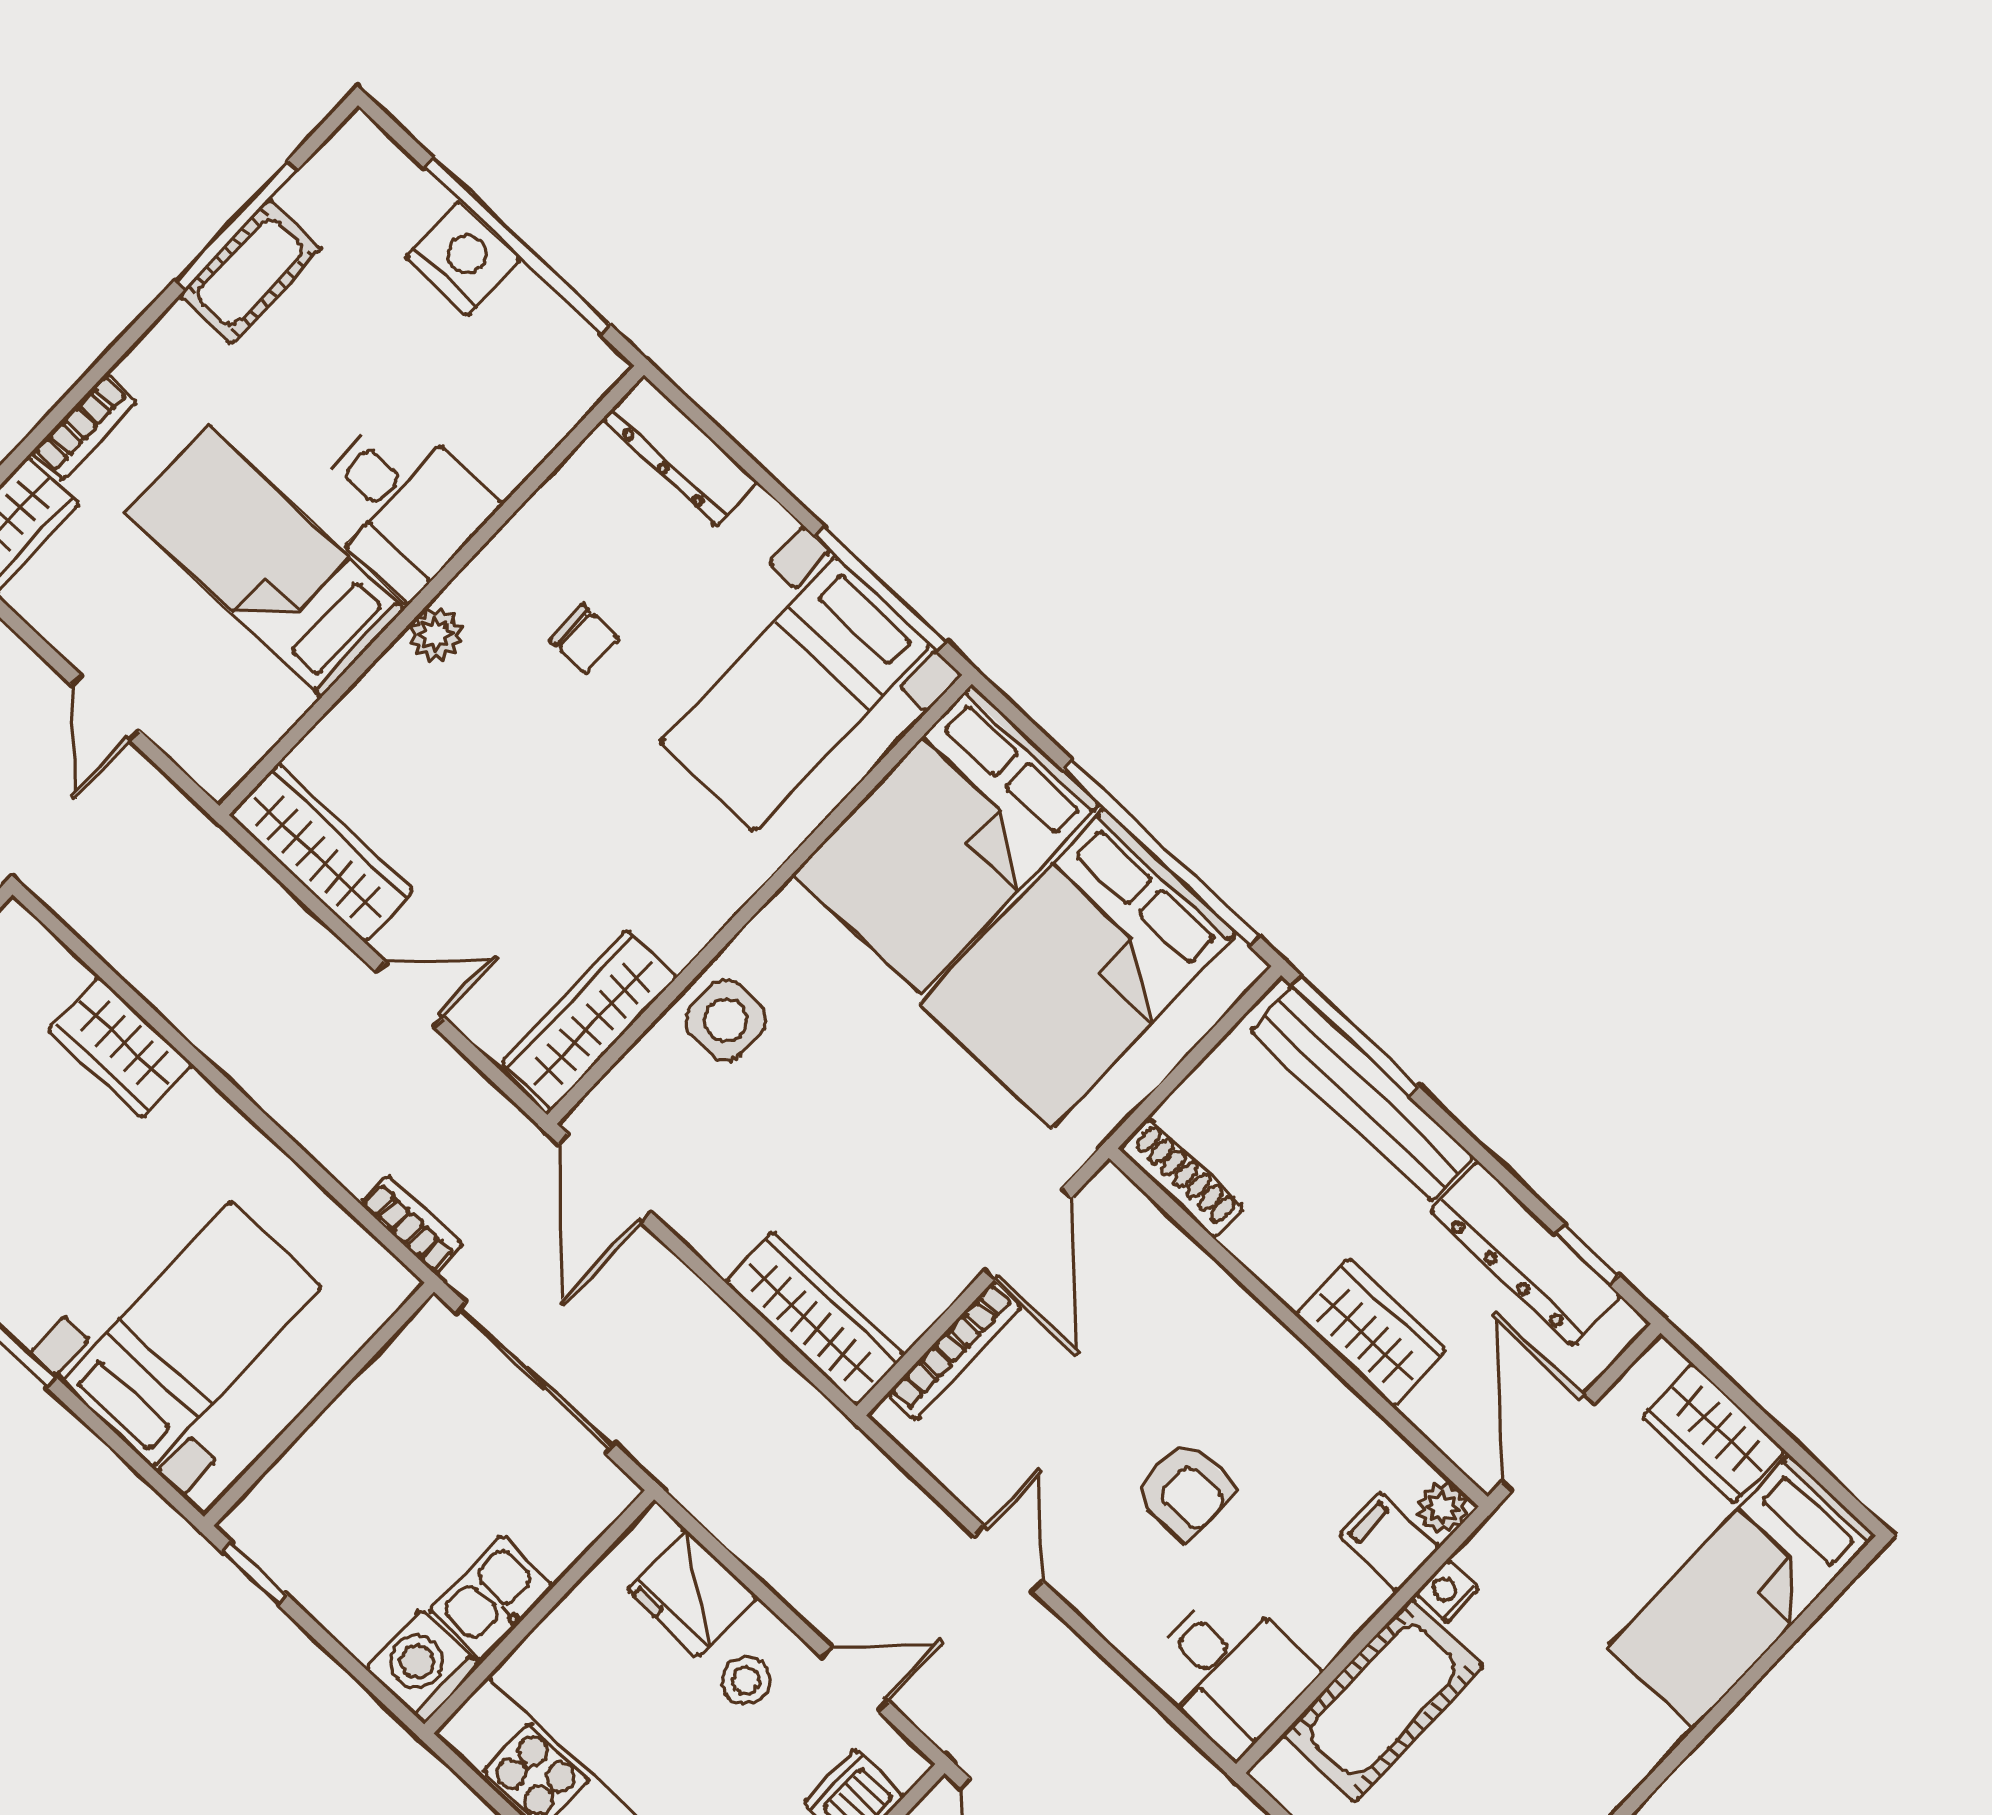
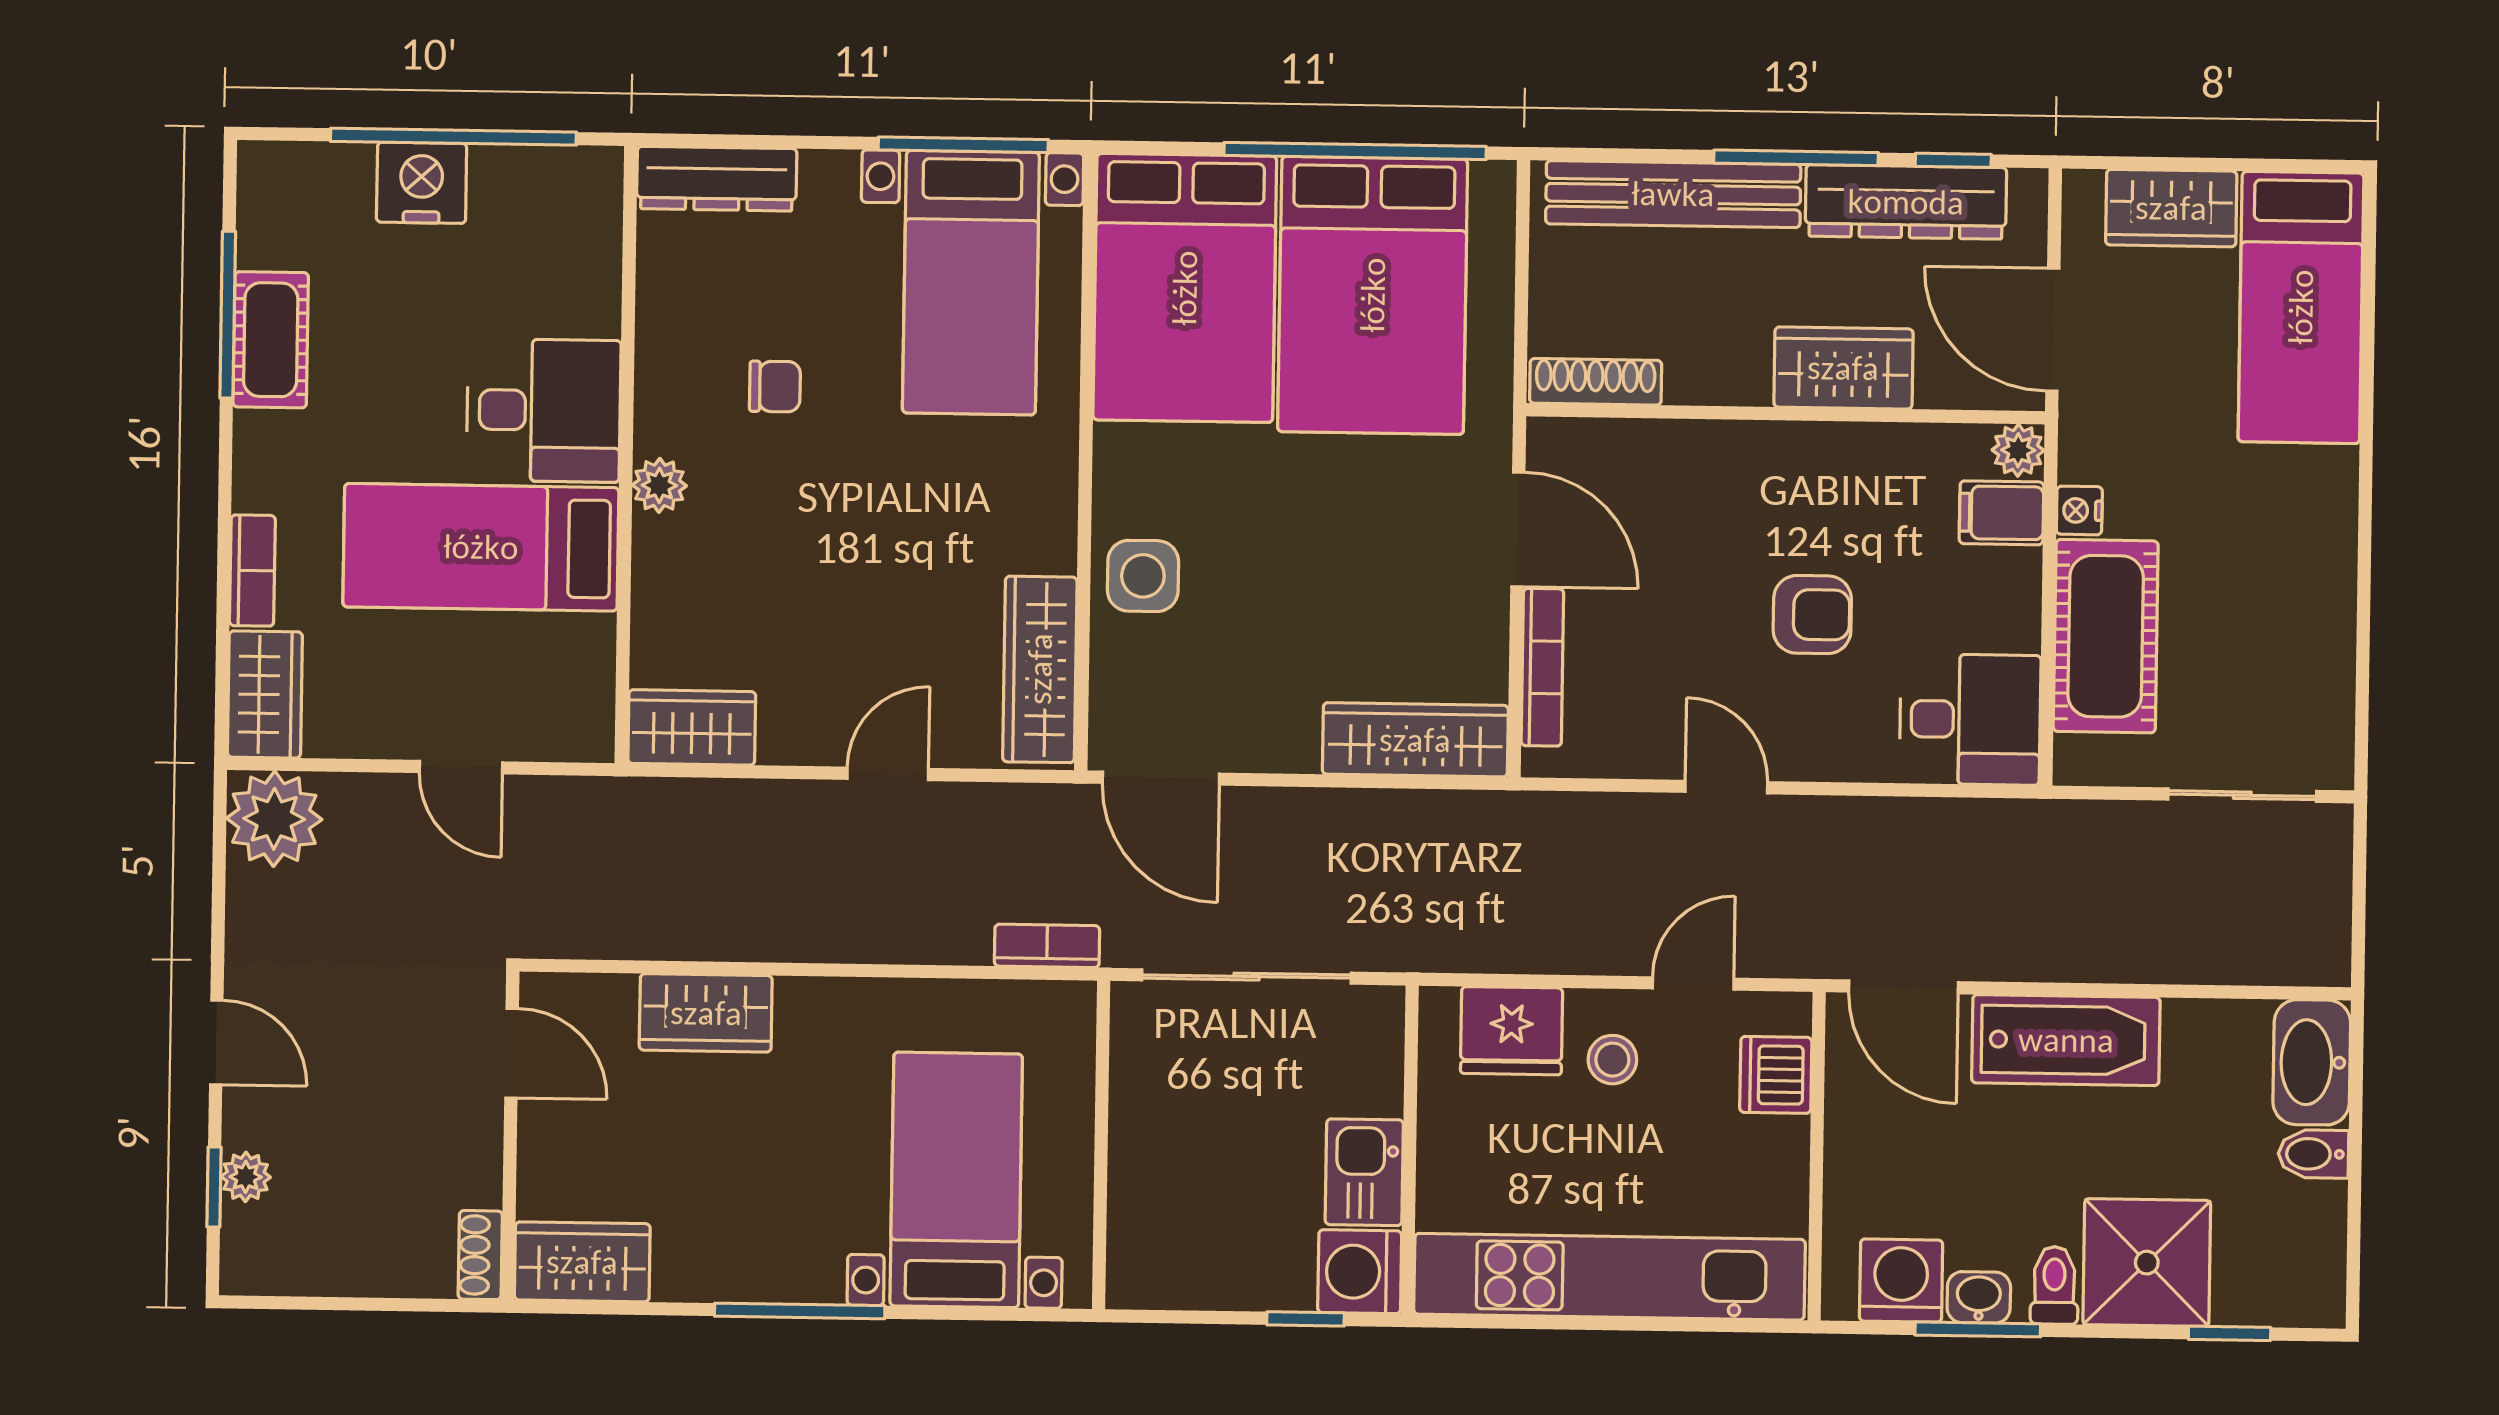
wardrobe: (321, 853) -> (692, 727), width x0.67
window: (1355, 1036) -> (1796, 158), moved
window: (255, 1573) -> (1306, 1319), moved

